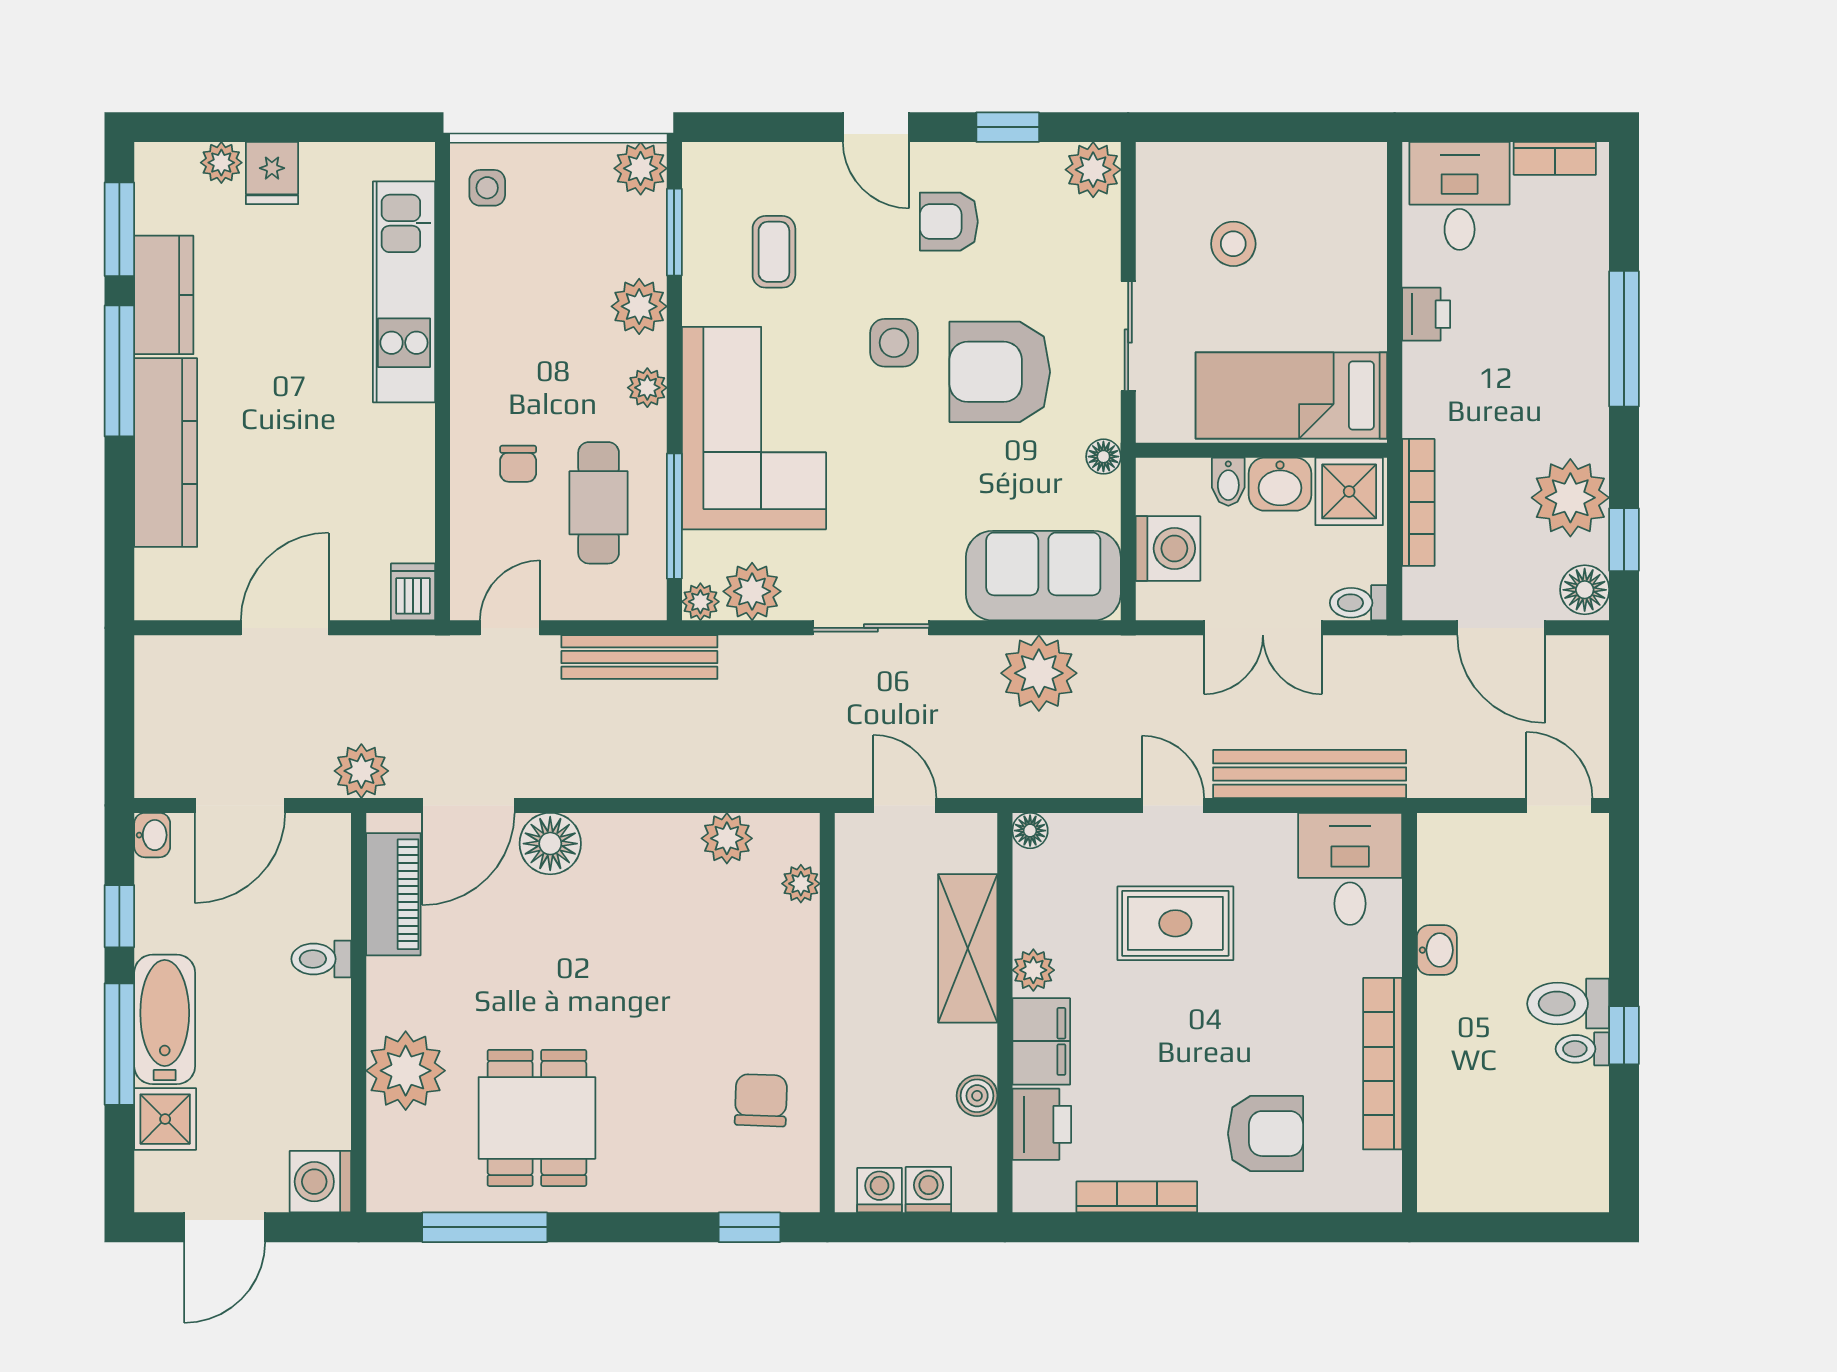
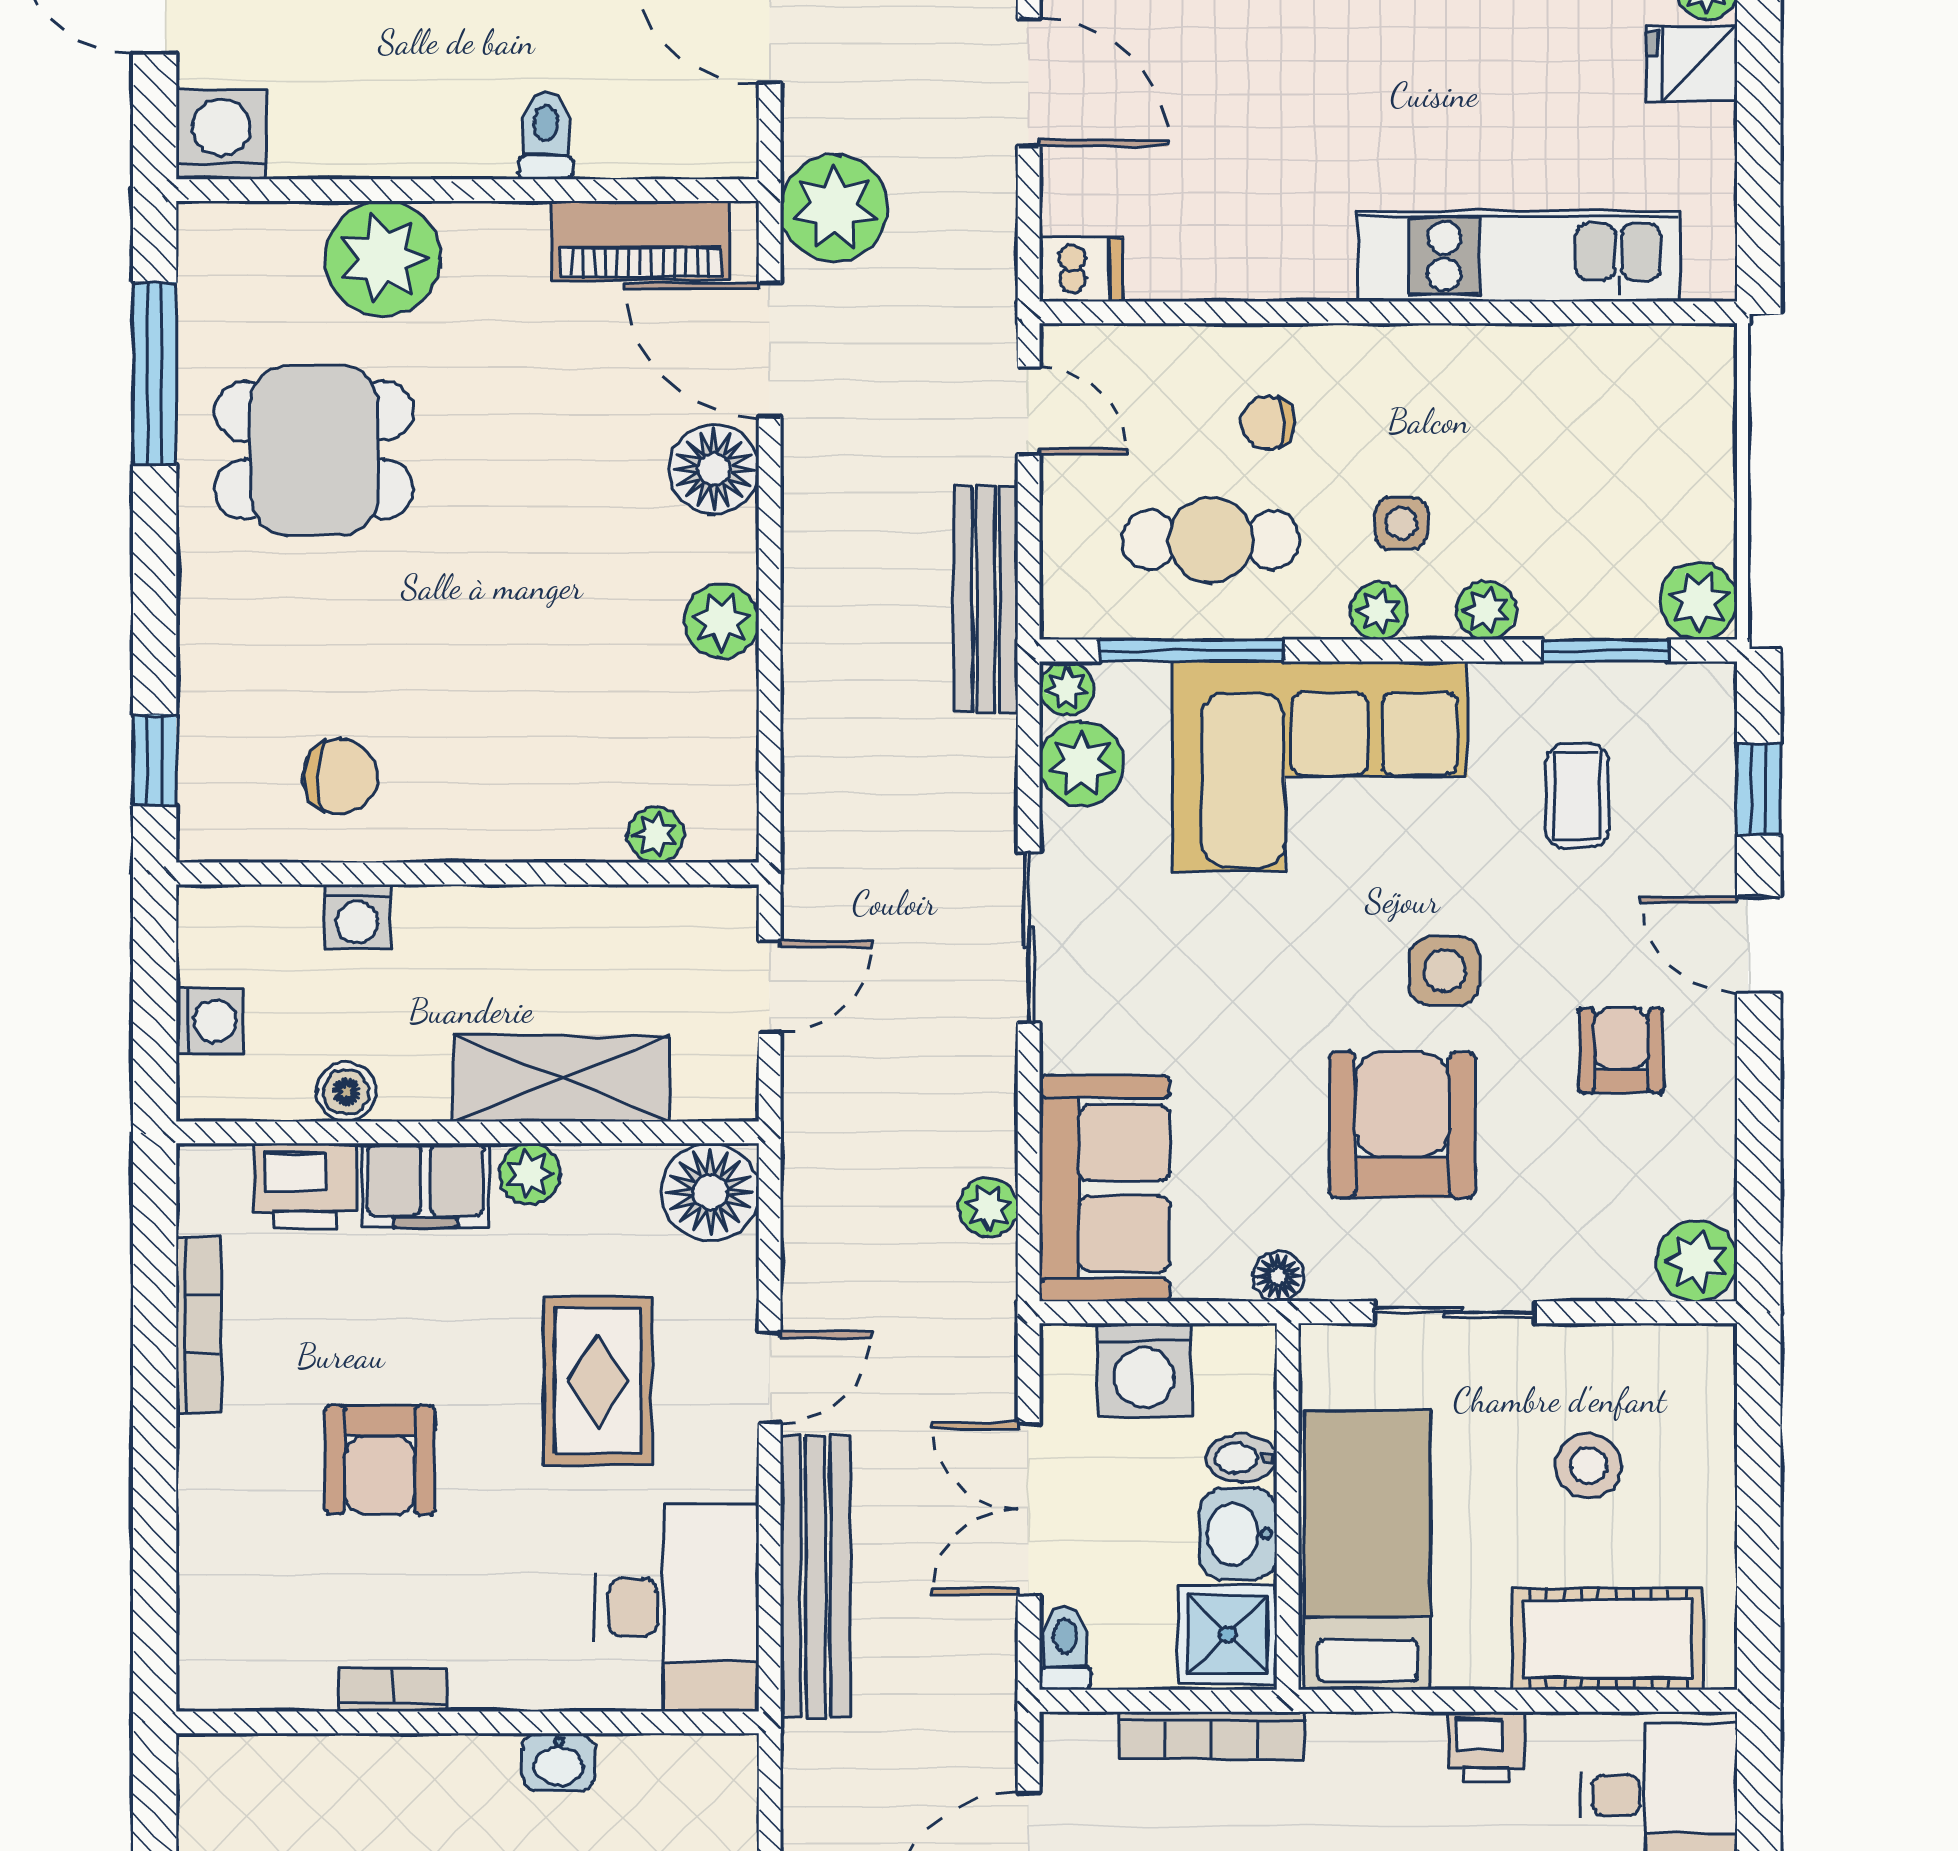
door: (876, 127) -> (1759, 945), hinge flipped
window: (1008, 127) -> (1759, 790), moved
side table: (487, 188) -> (1401, 523), moved
cot: (1352, 231) -> (1608, 1639), added
coffee table: (774, 252) -> (1577, 796), turned 90
plant: (639, 306) -> (1486, 610), width x0.73, depth x0.73
plant: (1039, 673) -> (988, 1208), width x0.53, depth x0.53
plant: (361, 771) -> (834, 208), width x1.36, depth x1.36
floor lamp: (1030, 831) -> (710, 1192), width x1.89, depth x1.89
plant: (727, 838) -> (722, 621), moved
desk: (1350, 869) -> (677, 1607), width x1.37
bookcase: (1383, 1064) -> (393, 1690), width x0.43, depth x0.76
armchair: (1265, 1134) -> (380, 1460), moved
washing machine: (879, 1190) -> (357, 917), moved, turned 90

